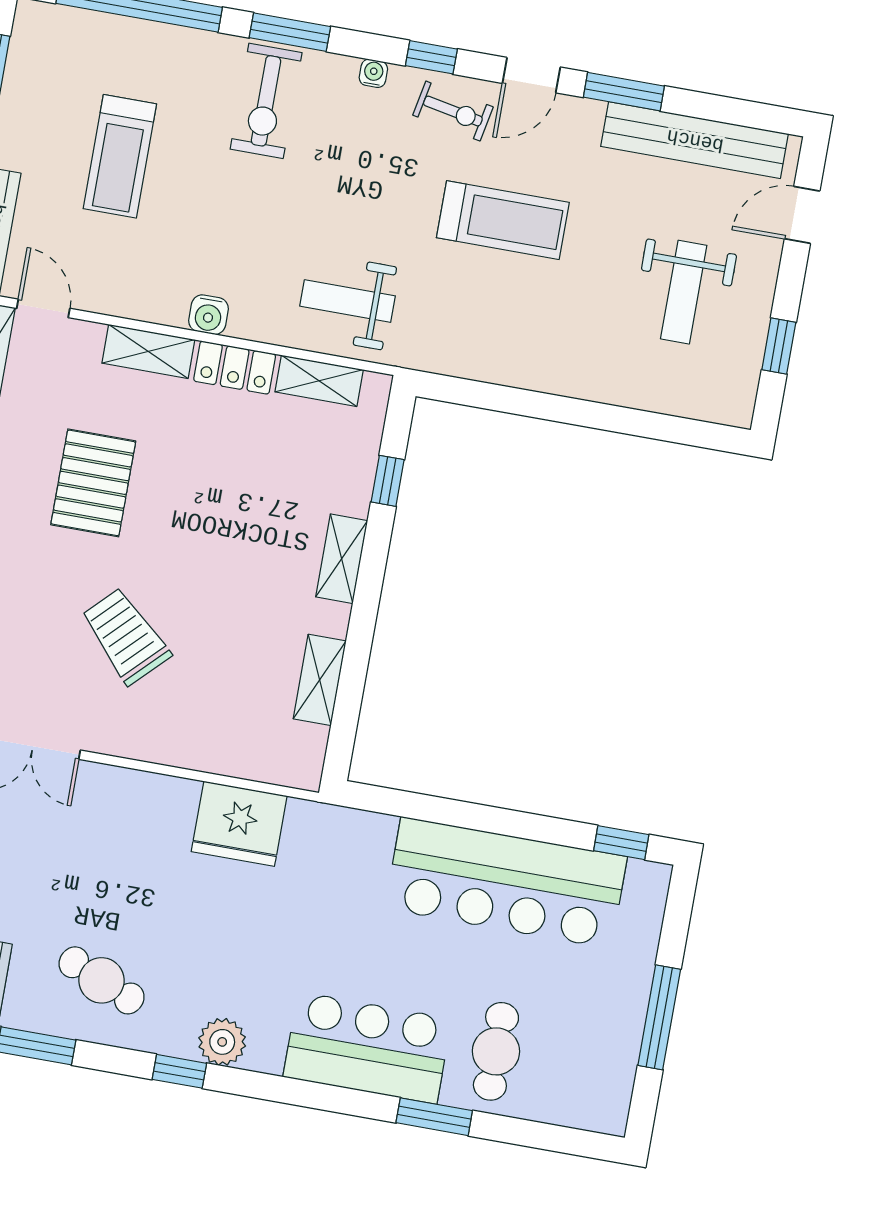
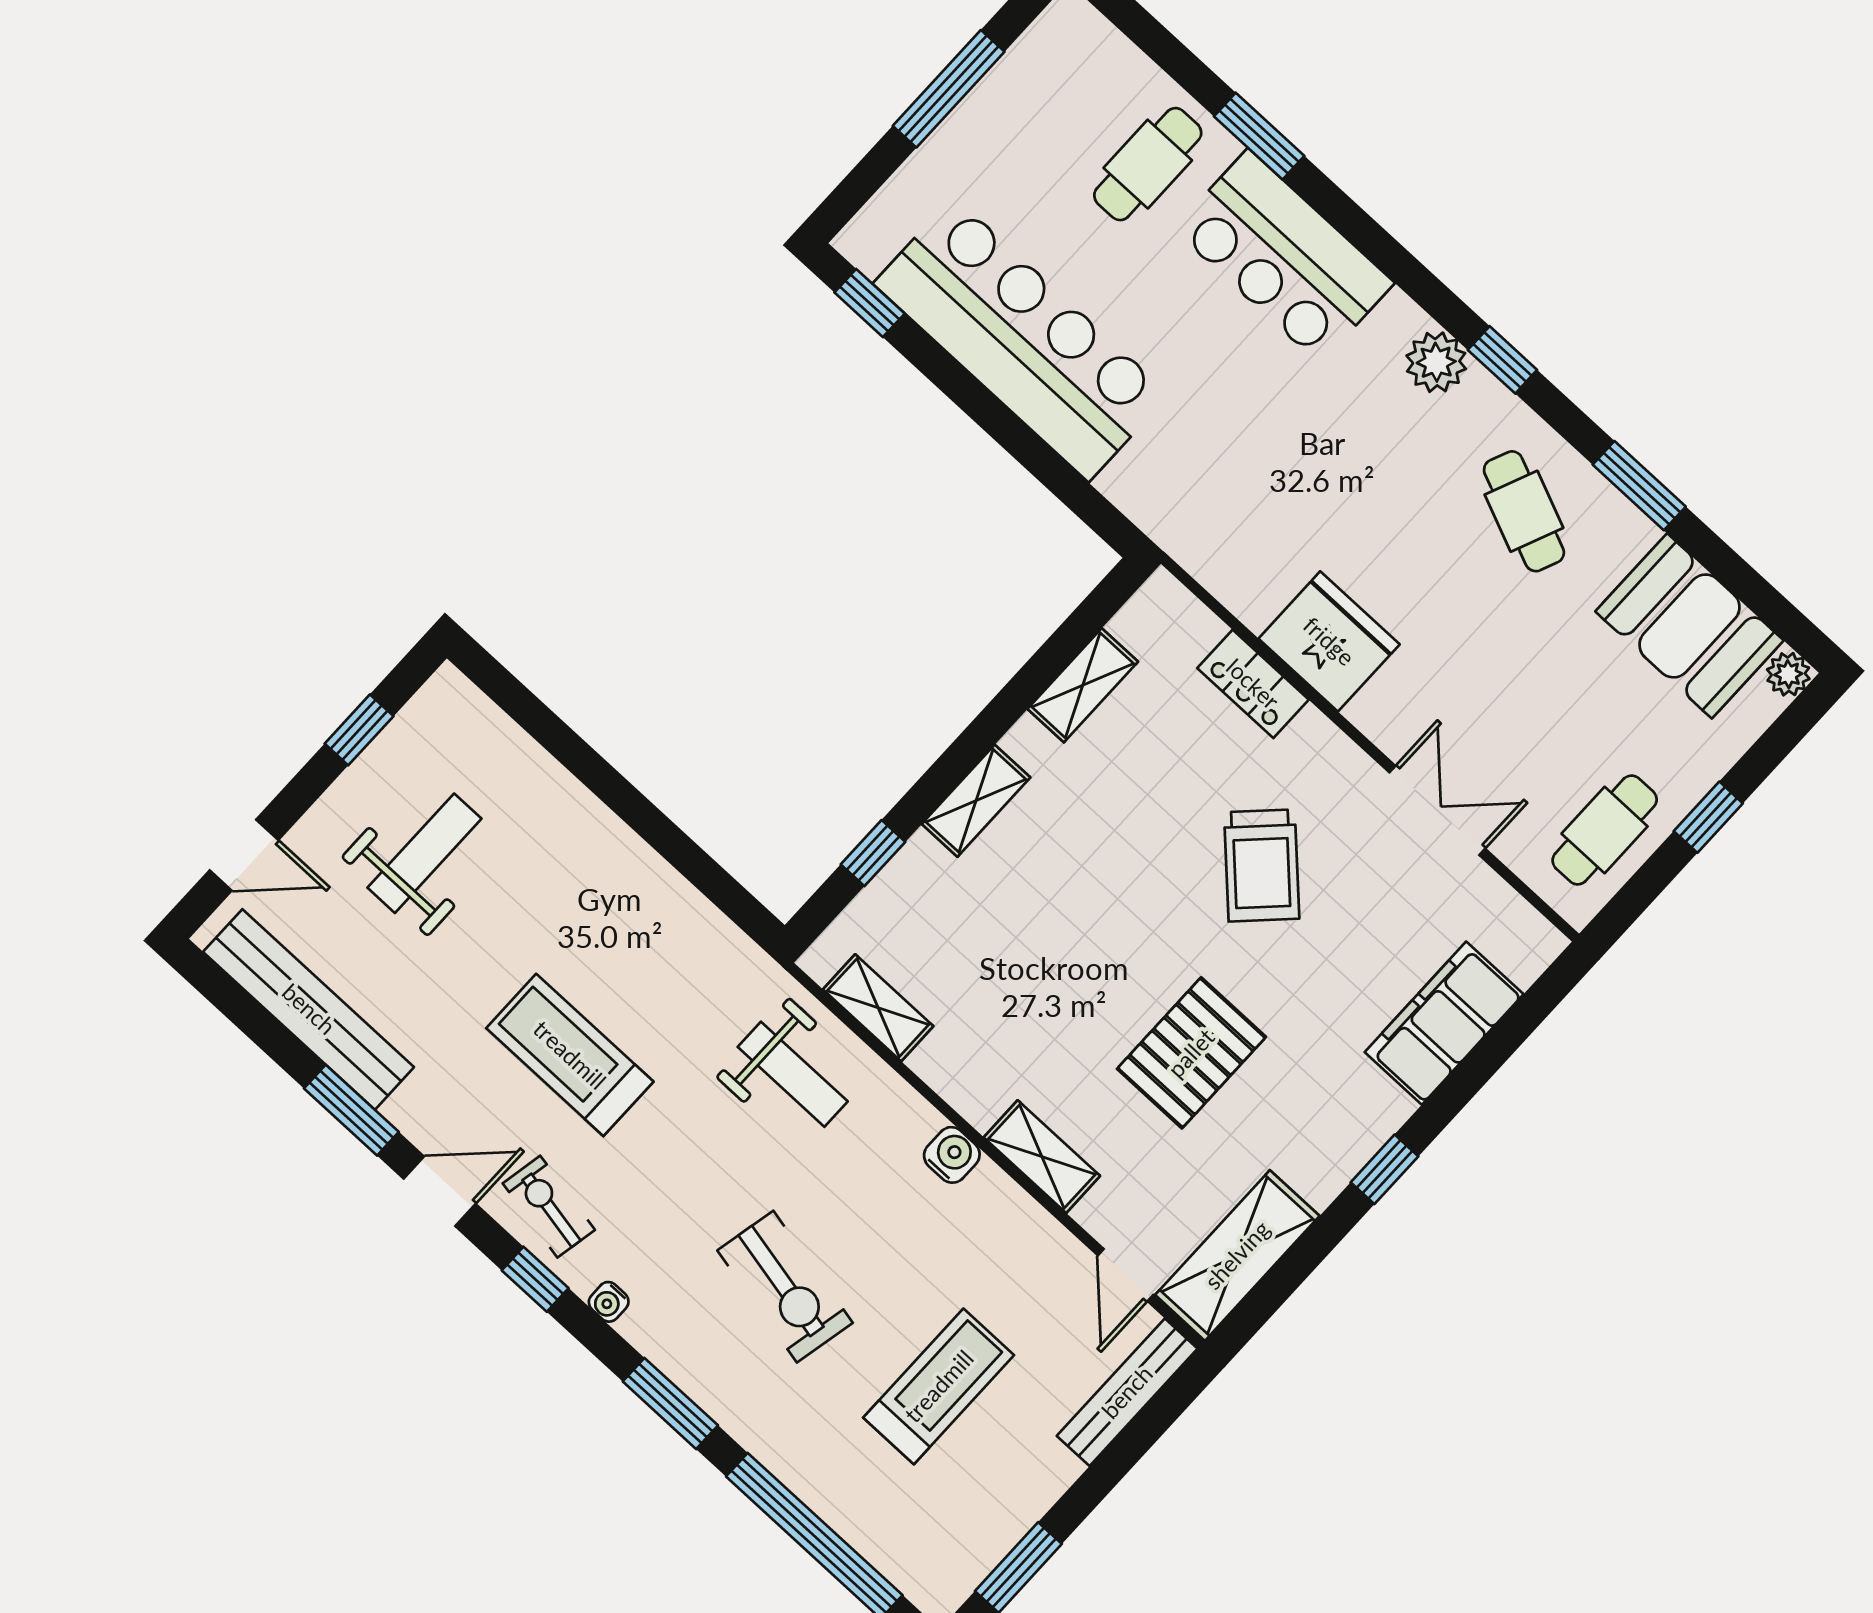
exercise bike: (266, 101) -> (785, 1287), moved, turned 102
locker: (235, 368) -> (1253, 684), moved, turned 180
fridge: (239, 824) -> (1329, 641), moved

